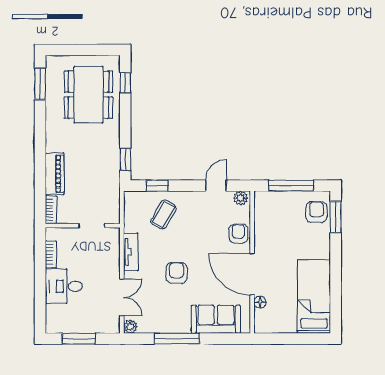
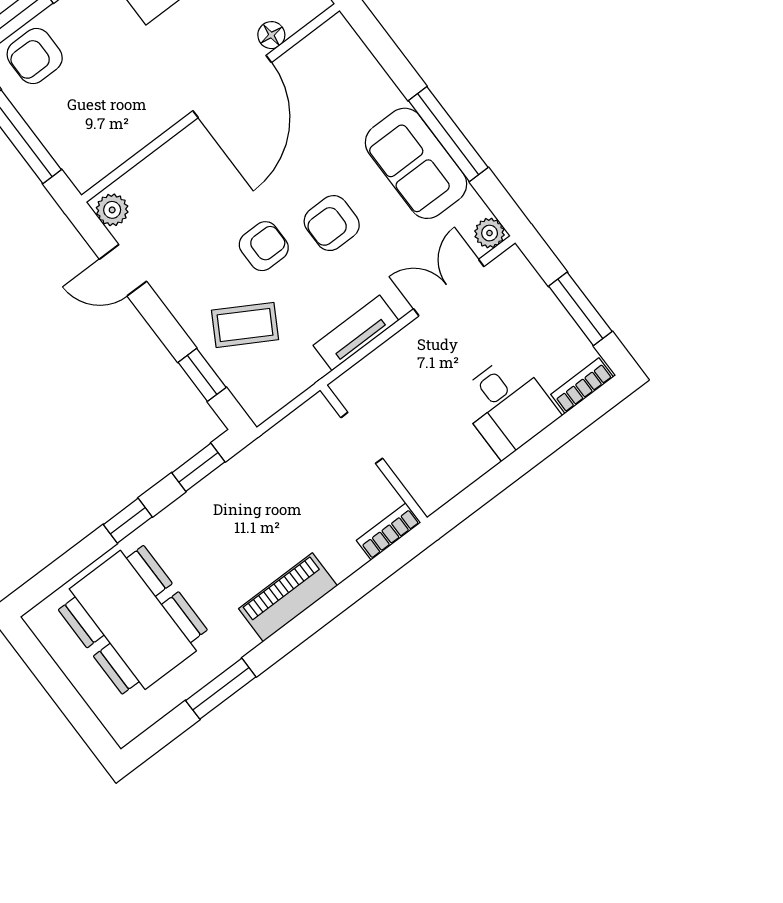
window: (125, 83) -> (128, 521), moved
window: (40, 84) -> (221, 689), moved
dining table: (88, 95) -> (133, 620), turned 90
piano: (55, 174) -> (288, 597), moved
armchair: (238, 234) -> (264, 246), moved, turned 180
bookcase: (51, 254) -> (582, 386), moved
sofa: (216, 319) -> (416, 163), moved

